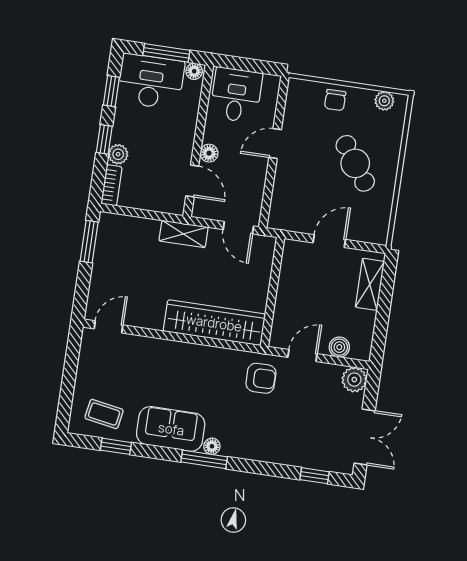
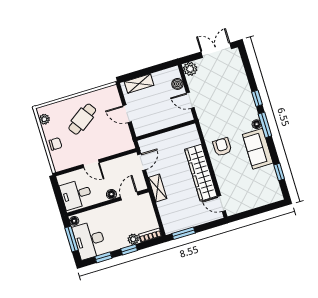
wardrobe: (214, 323) -> (201, 173), moved
armchair: (261, 378) -> (222, 147), moved
coffee table: (104, 414) -> (266, 185), removed
window: (314, 476) -> (257, 98), moved

